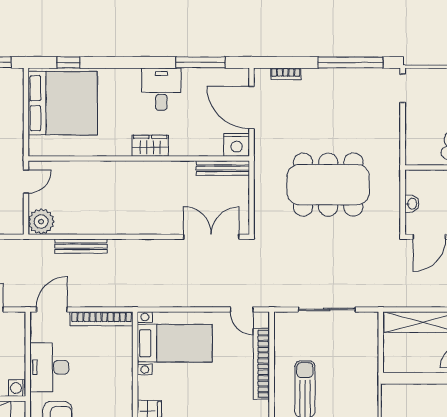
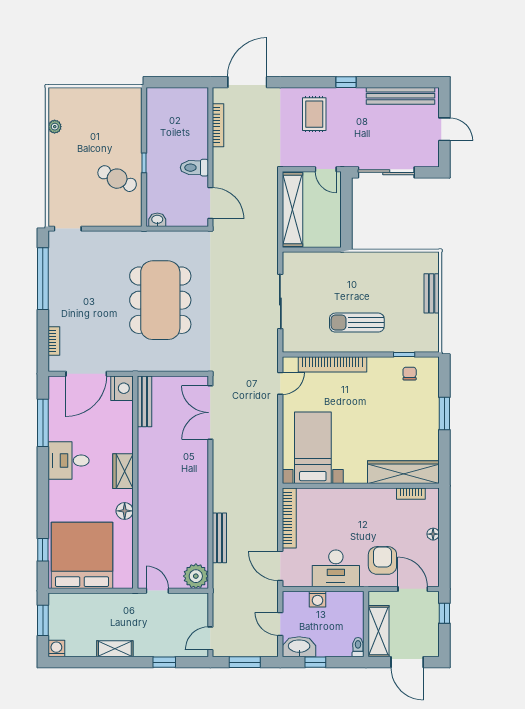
floor lamp: (109, 147) -> (125, 511), added
washbasin: (412, 204) -> (157, 220), moved
washing machine: (17, 388) -> (317, 599), moved

